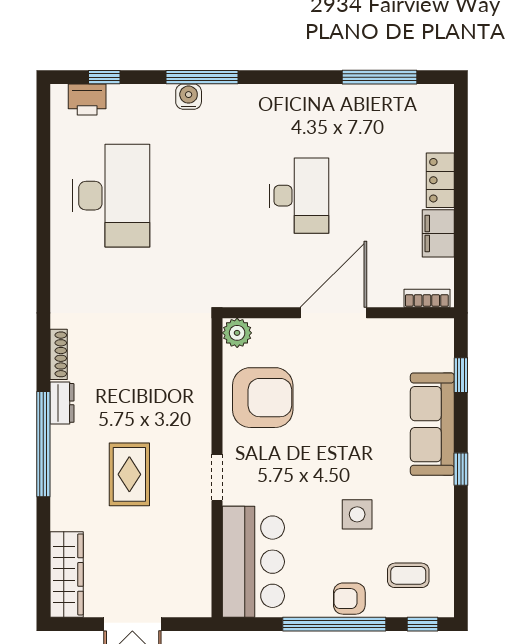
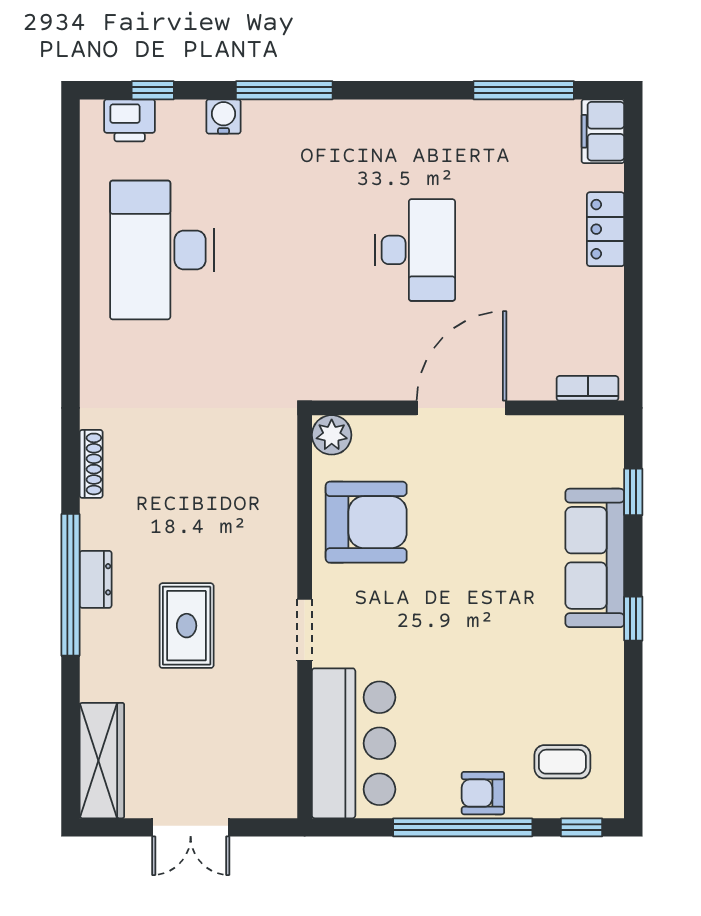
water cooler: (189, 97) -> (224, 116), moved
desk: (111, 196) -> (162, 250), turned 180
filing cabinet: (438, 233) -> (603, 131), moved
dresser: (62, 403) -> (96, 579), moved
side table: (357, 514) -> (493, 680), removed

